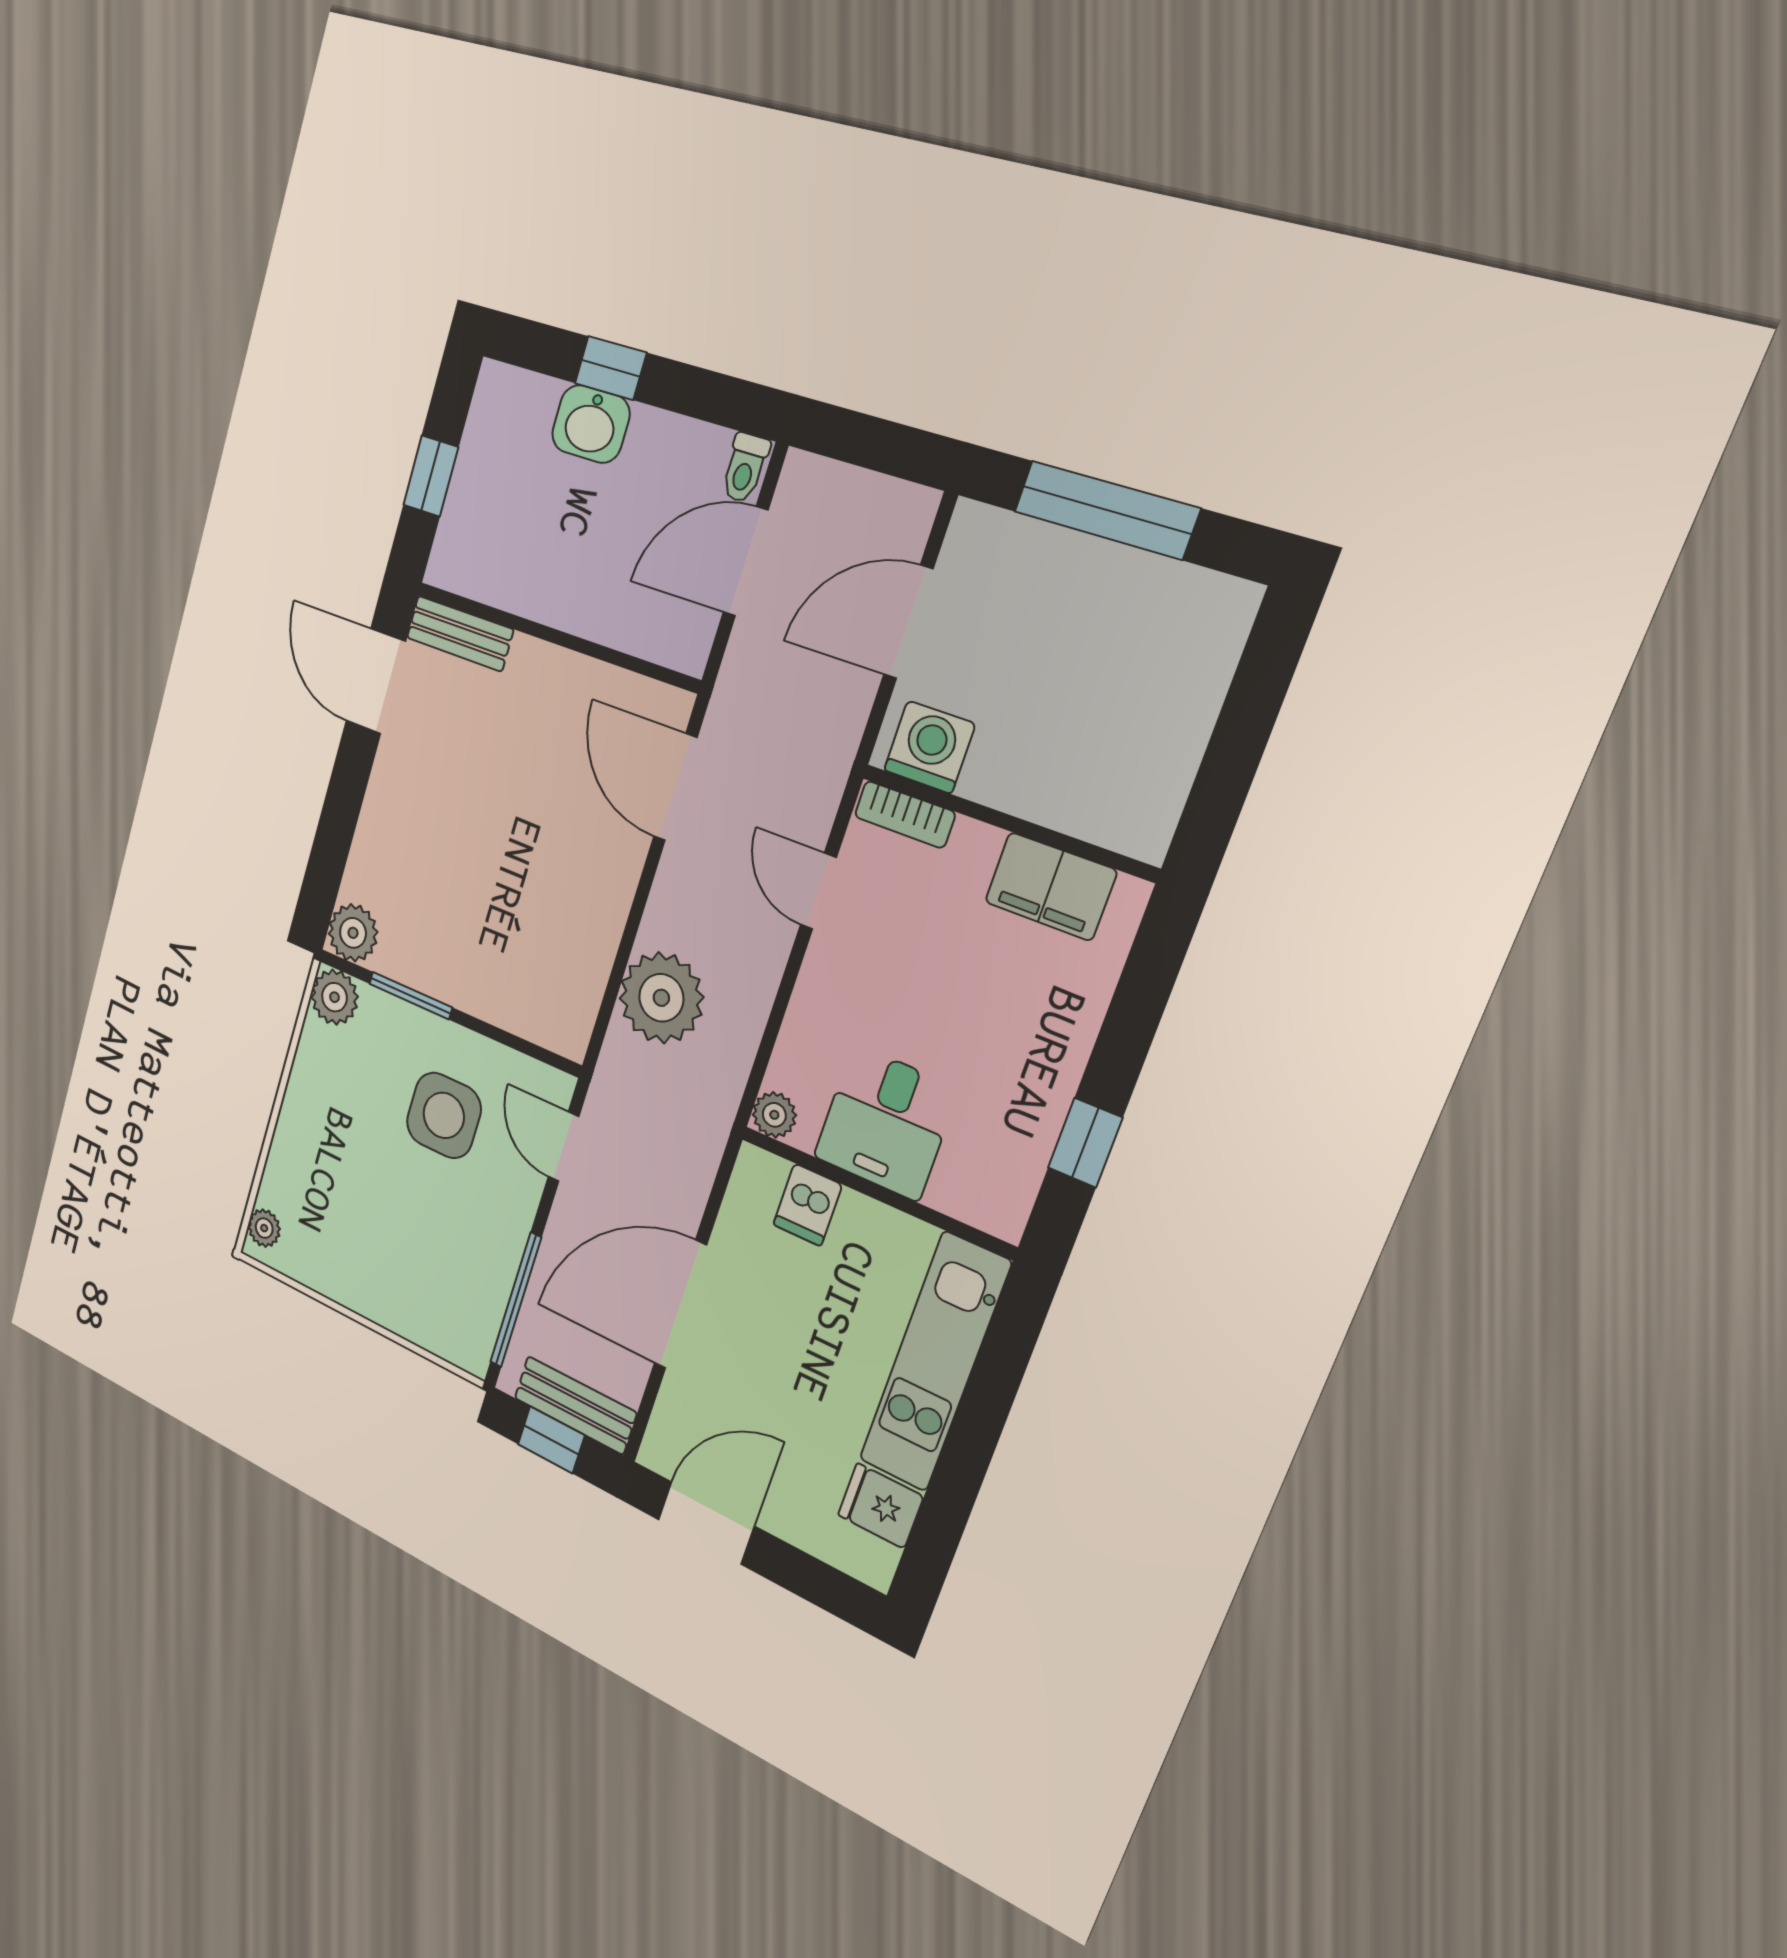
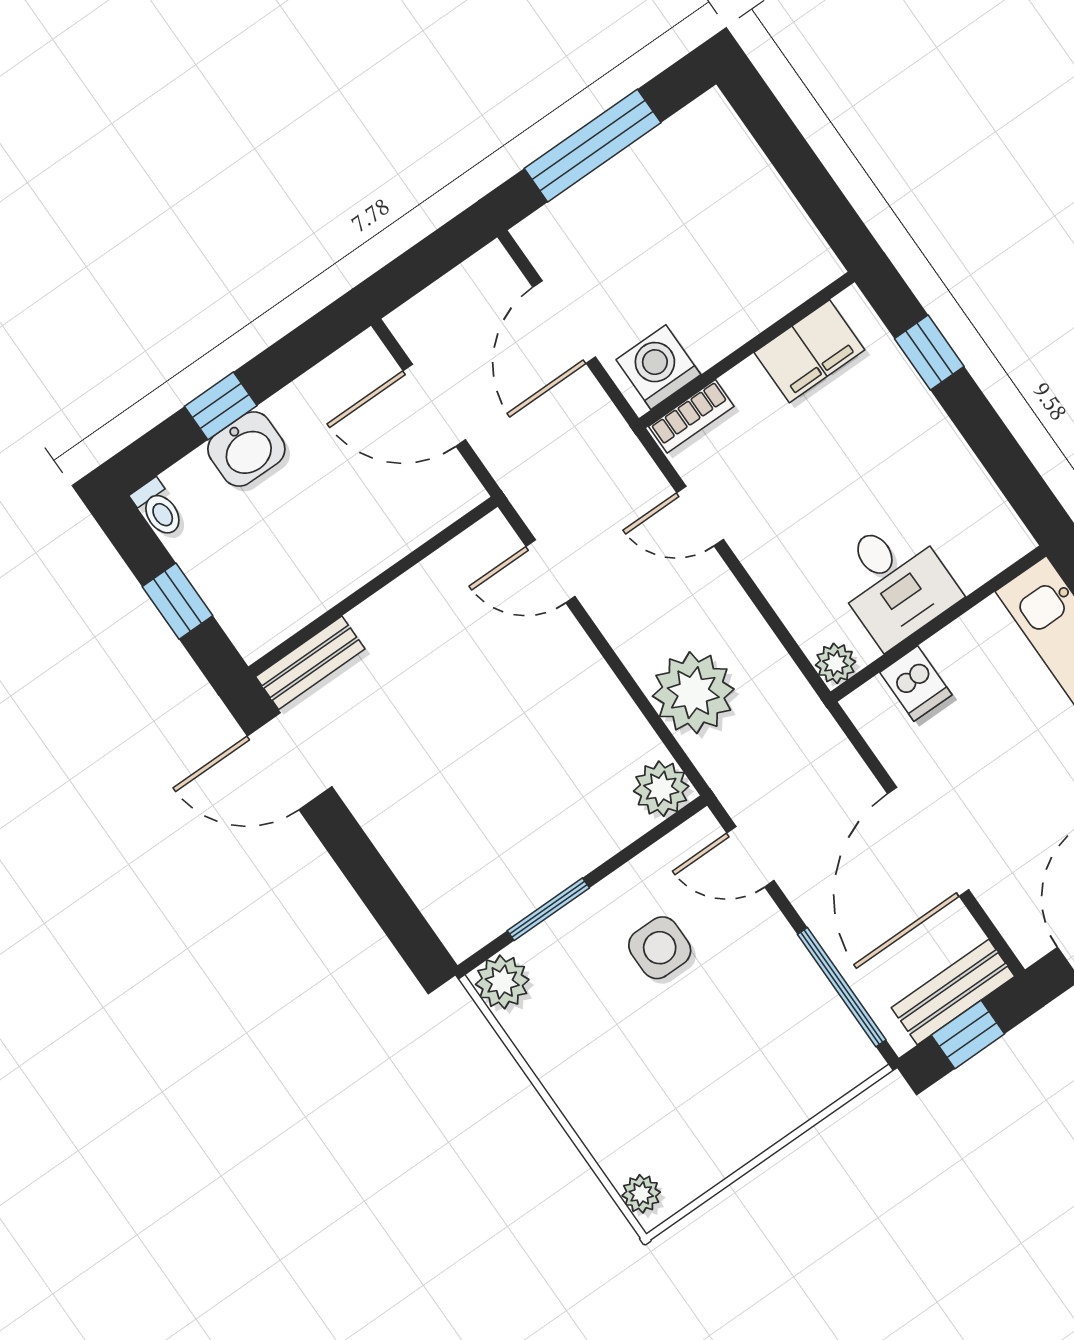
toilet: (745, 468) -> (158, 508), moved
door: (746, 561) -> (434, 405), hinge flipped
door: (675, 787) -> (551, 571), width x0.73
plant: (353, 933) -> (661, 789), moved
side table: (444, 1115) -> (660, 948), width x0.73, depth x0.73
window: (1085, 1143) -> (929, 353), moved

